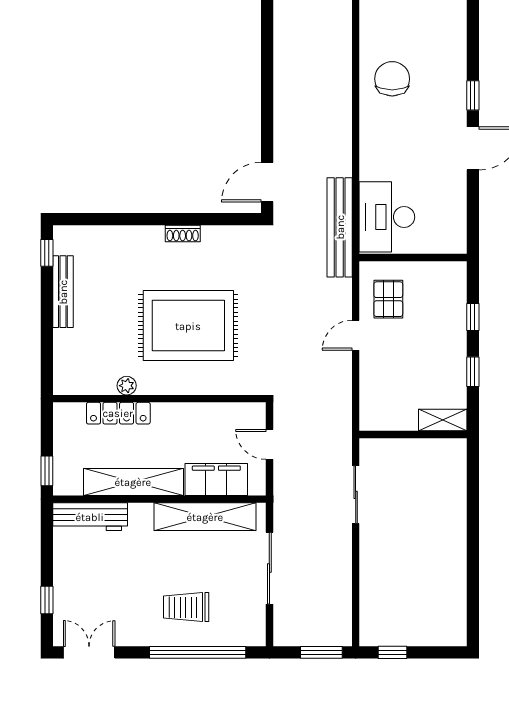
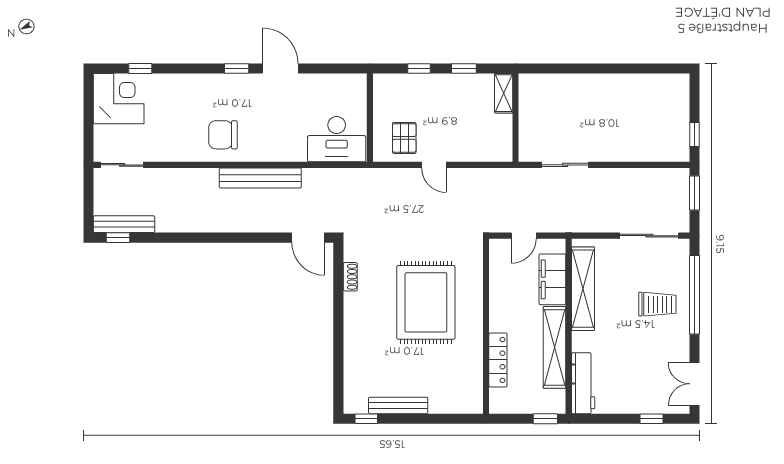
bench: (340, 227) -> (260, 178), moved
shoe rack: (183, 234) -> (350, 277), moved
pallet: (388, 299) -> (404, 138), turned 90
plant: (127, 386) -> (475, 353), removed
sliding door: (269, 568) -> (649, 236), moved
trolley: (186, 607) -> (657, 304), turned -90

